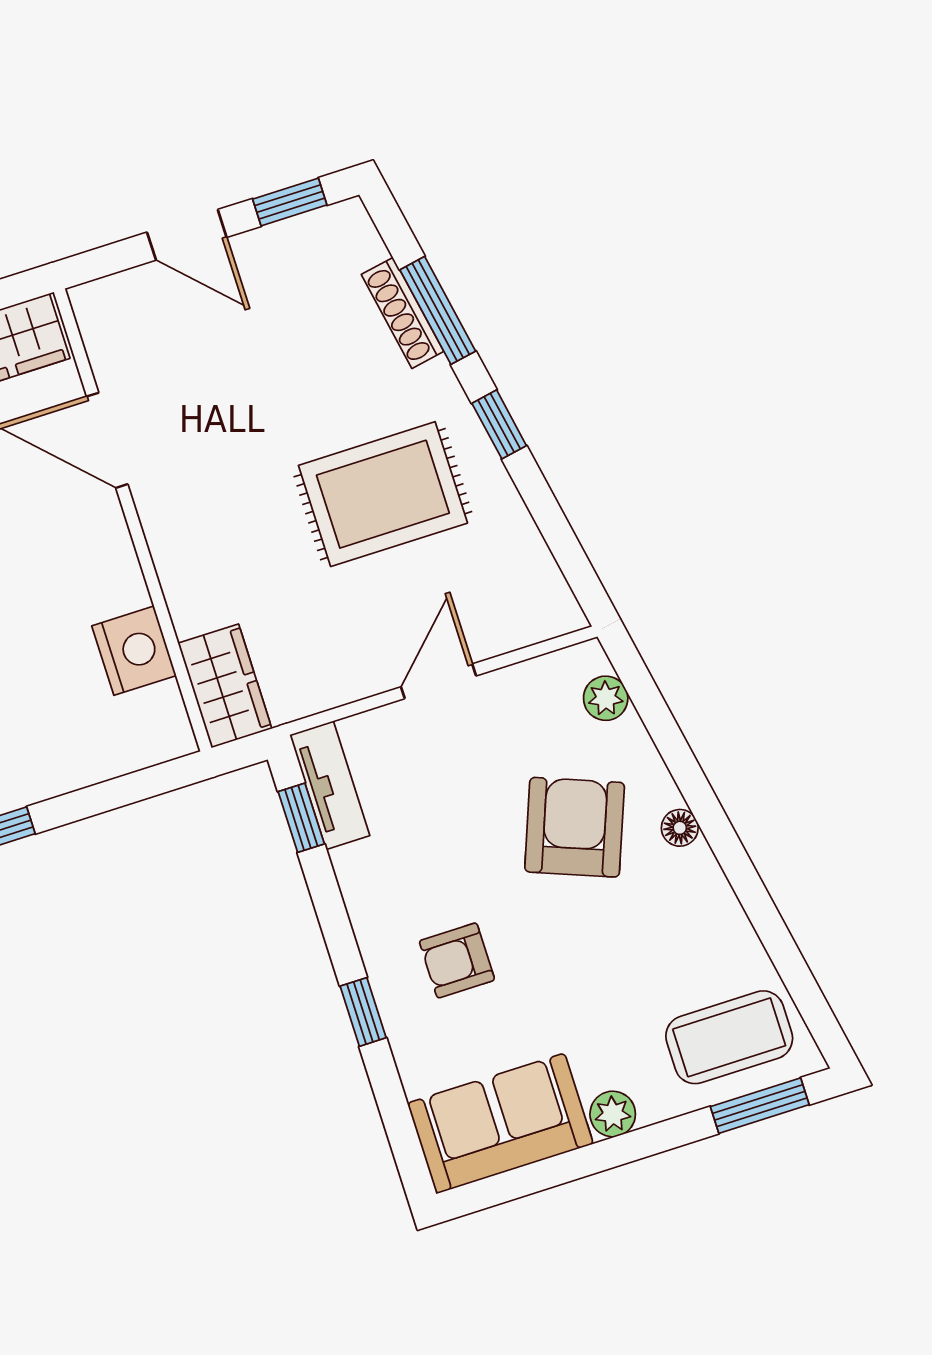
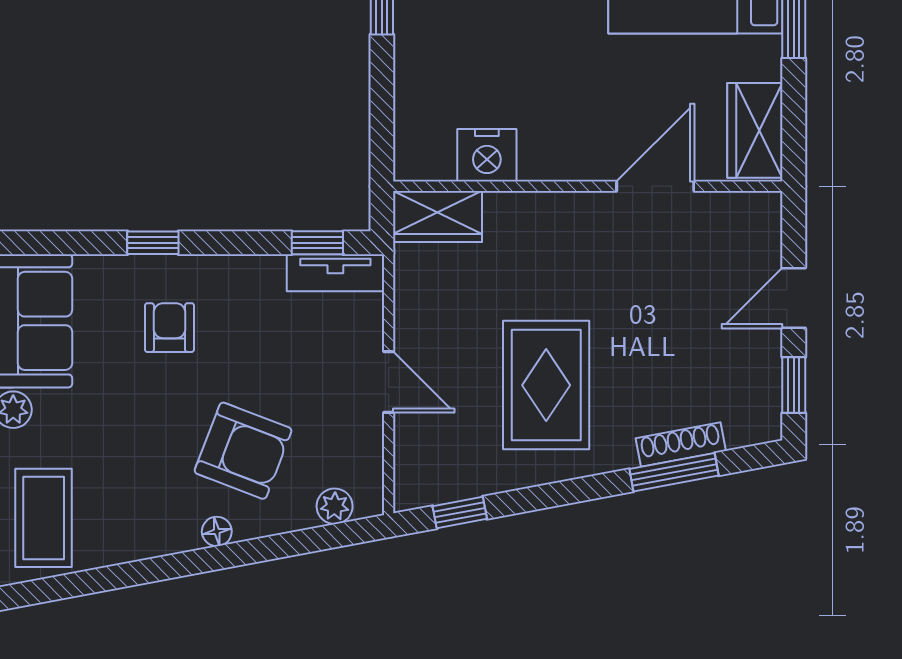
window: (499, 424) -> (460, 512), moved

